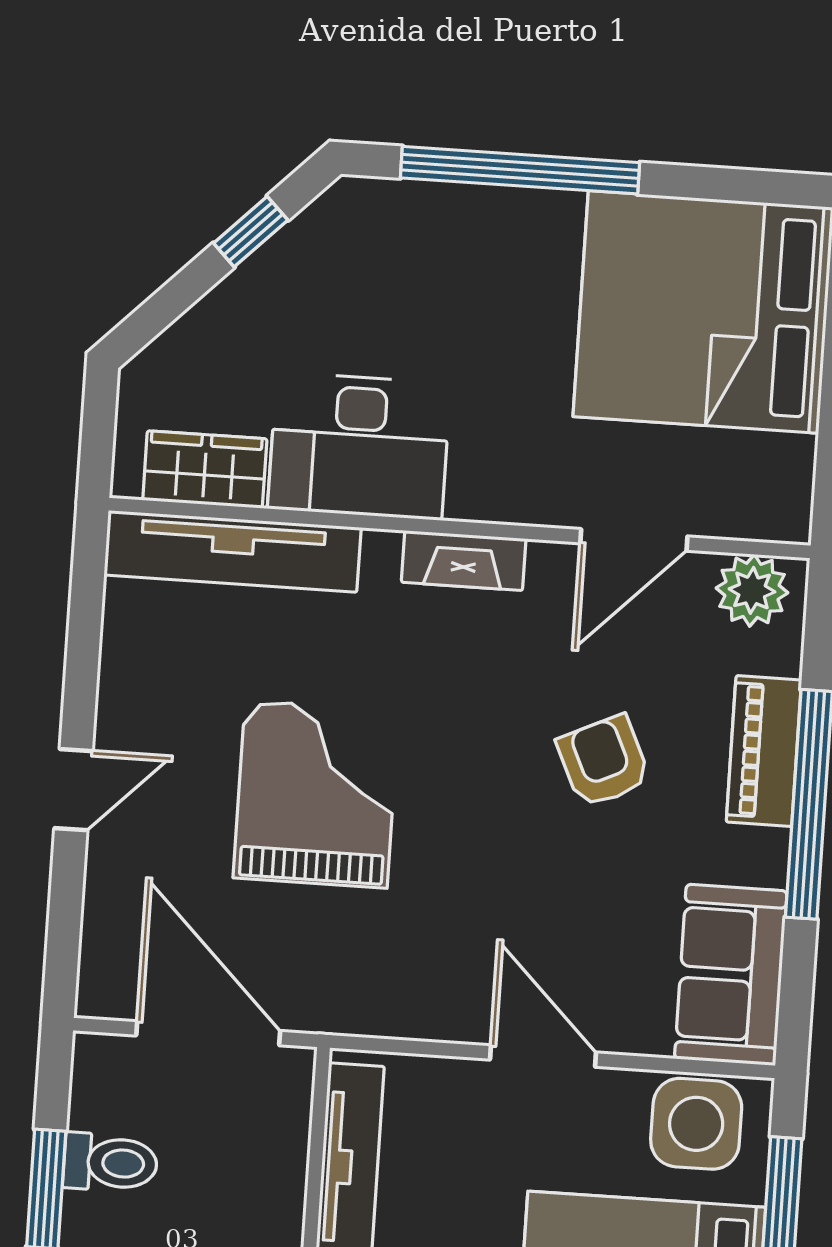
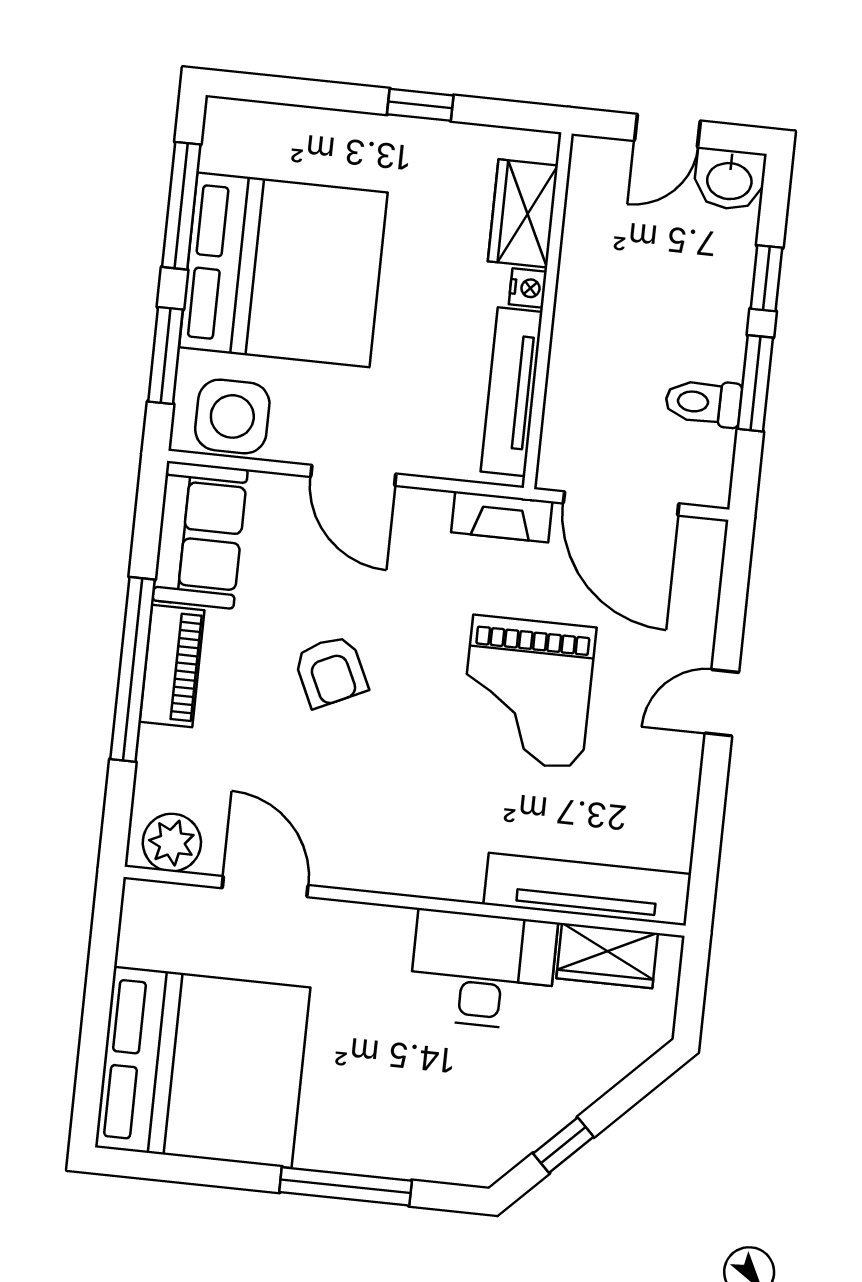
window: (520, 170) -> (346, 1186), width x0.68
door: (634, 540) -> (265, 887), hinge flipped
fireplace: (464, 561) -> (502, 517), moved, turned 180
piano: (764, 751) -> (172, 666), moved
armchair: (604, 761) -> (331, 671), moved

